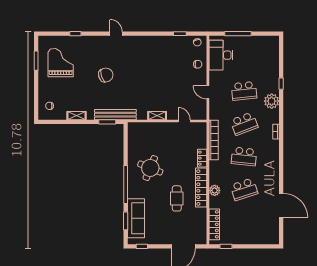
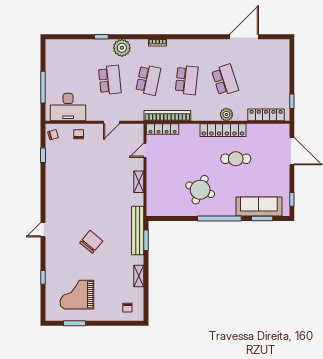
chair: (106, 75) -> (91, 242), turned 58
school desk: (244, 124) -> (148, 80), turned 33
locker: (202, 158) -> (163, 129), moved, width x1.53

